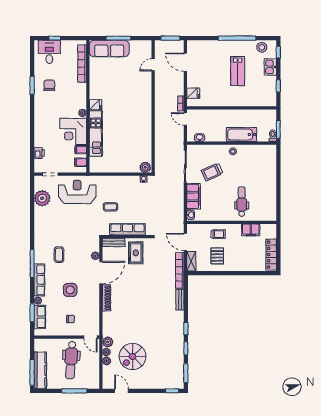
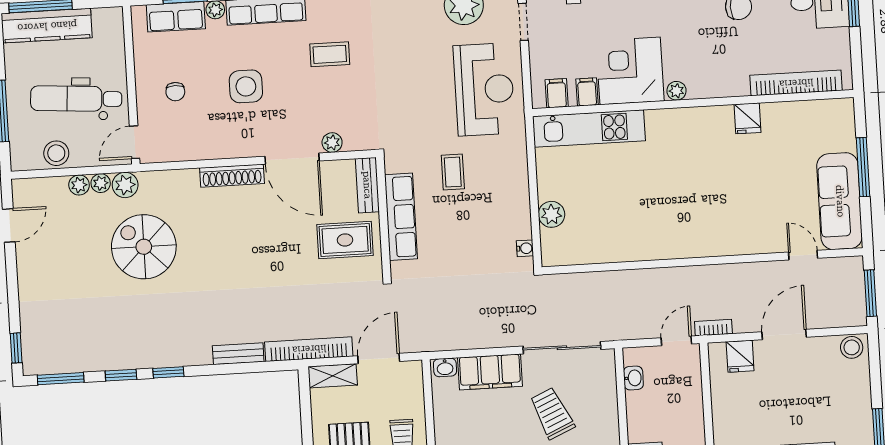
stool: (192, 47) -> (852, 347), added
sofa: (109, 49) -> (840, 201), moved
door: (185, 62) -> (784, 335), moved
fridge: (96, 105) -> (748, 118), moved
kitchen unit: (96, 133) -> (589, 128), moved
plant: (145, 167) -> (551, 214), moved
spiral stairs: (133, 356) -> (144, 247), moved
stool: (93, 370) -> (56, 153), added

